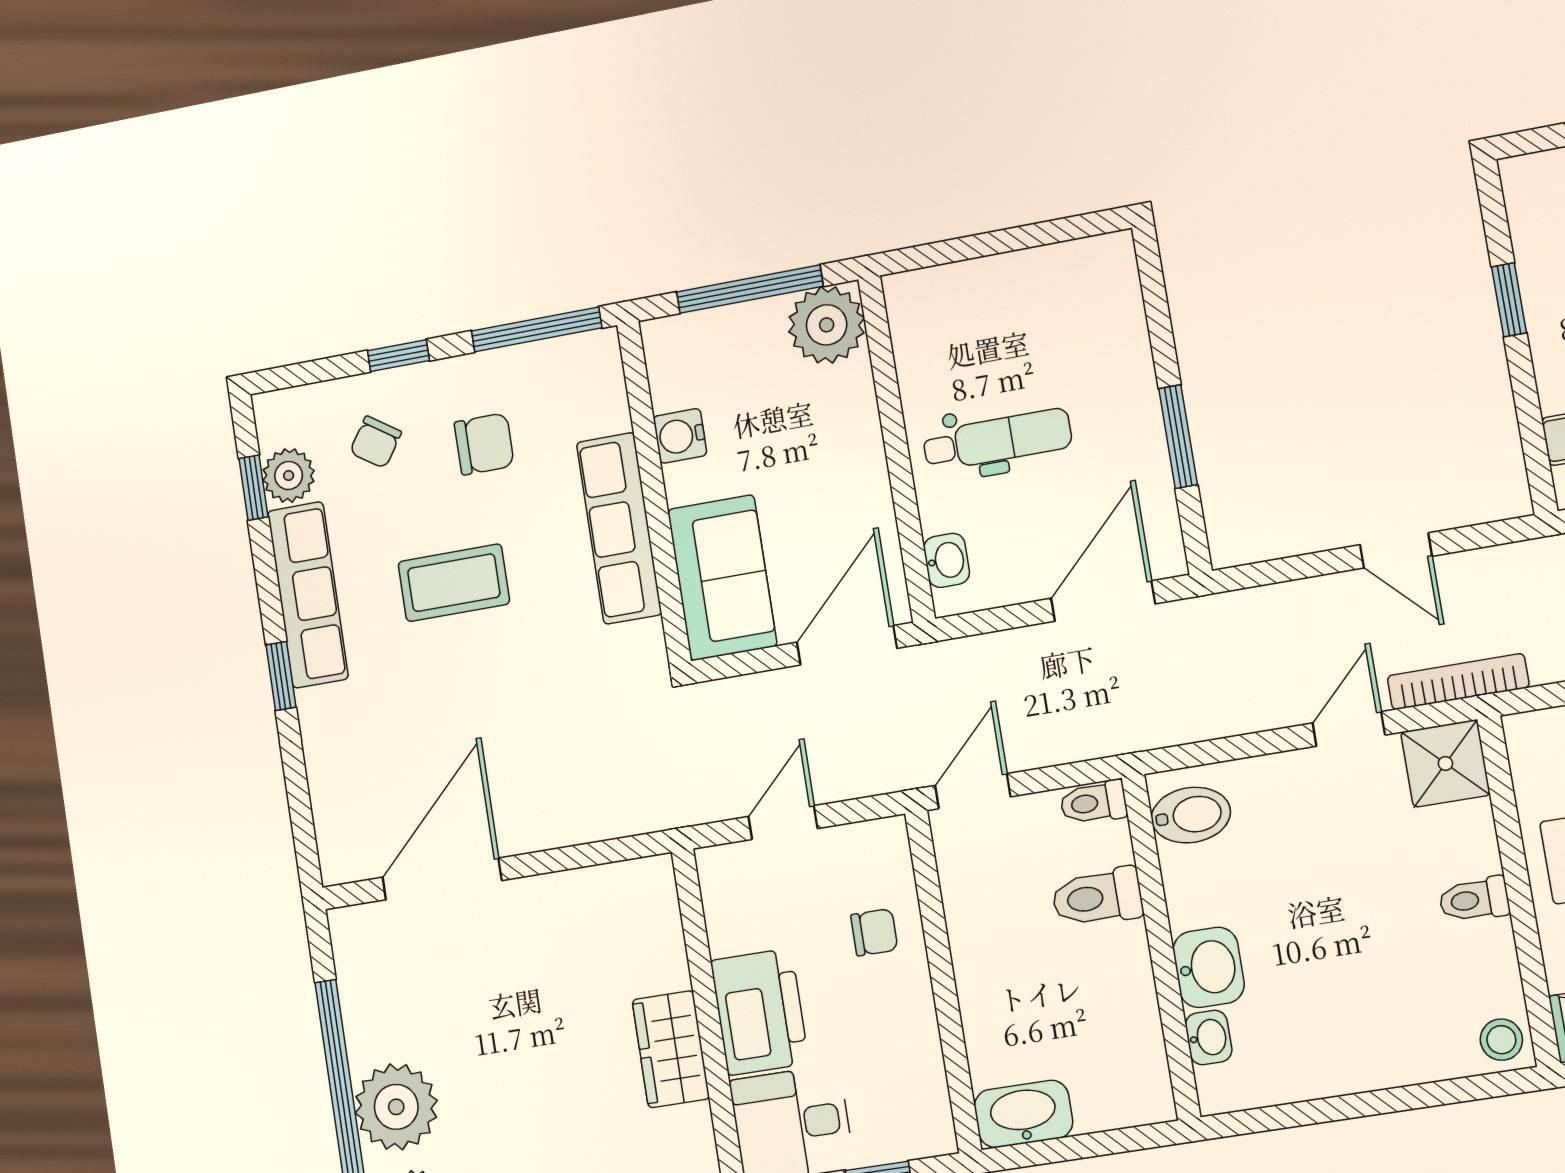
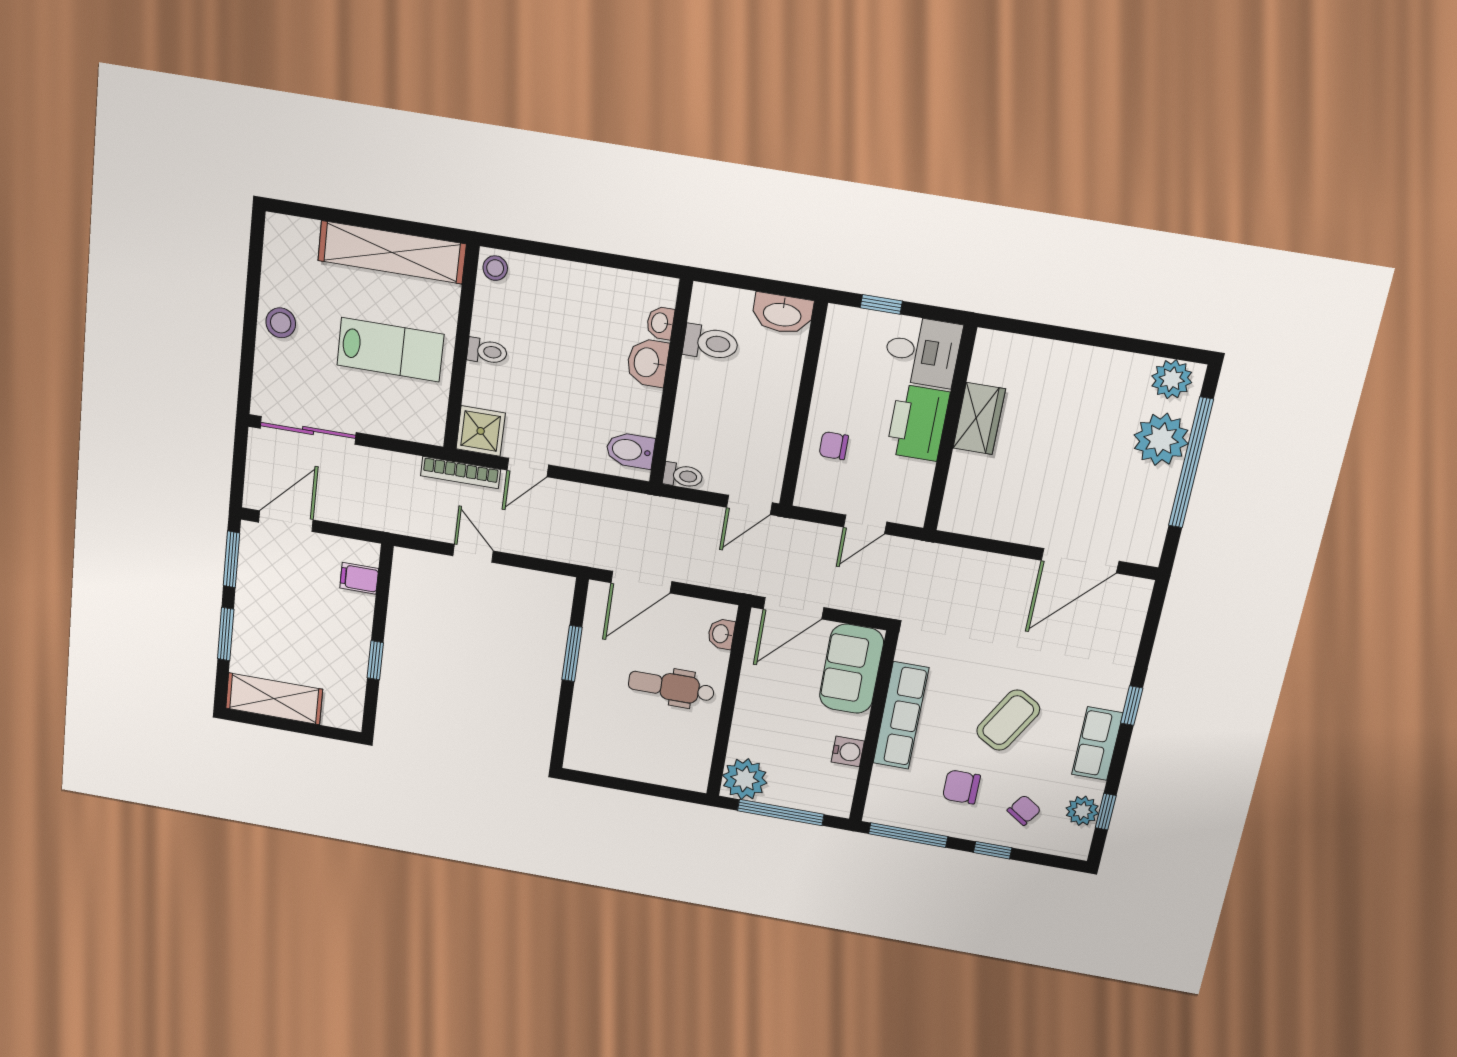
coffee table: (454, 583) -> (1008, 720), turned -60
row of seats: (308, 595) -> (1097, 744), width x0.68
toilet: (1097, 897) -> (711, 343), moved

